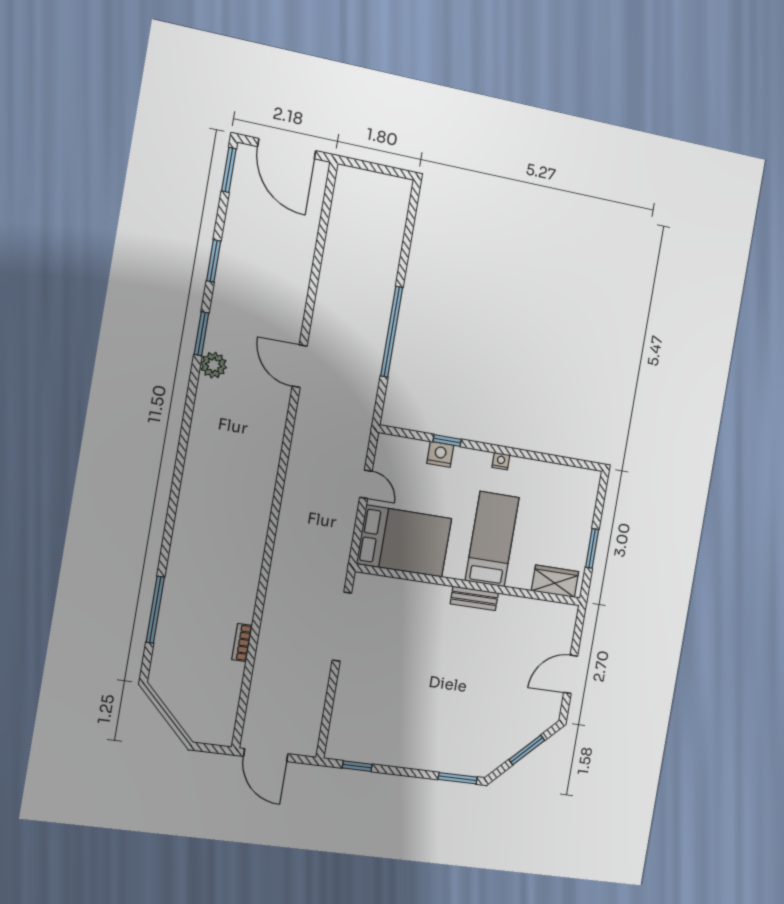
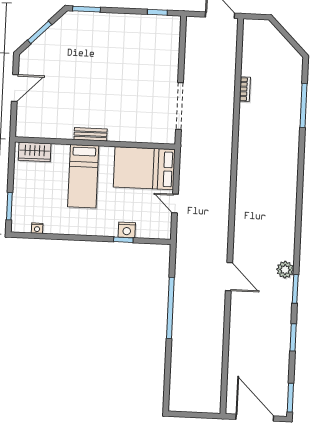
nightstand: (501, 461) -> (37, 228), moved
window: (592, 548) -> (9, 206), moved

